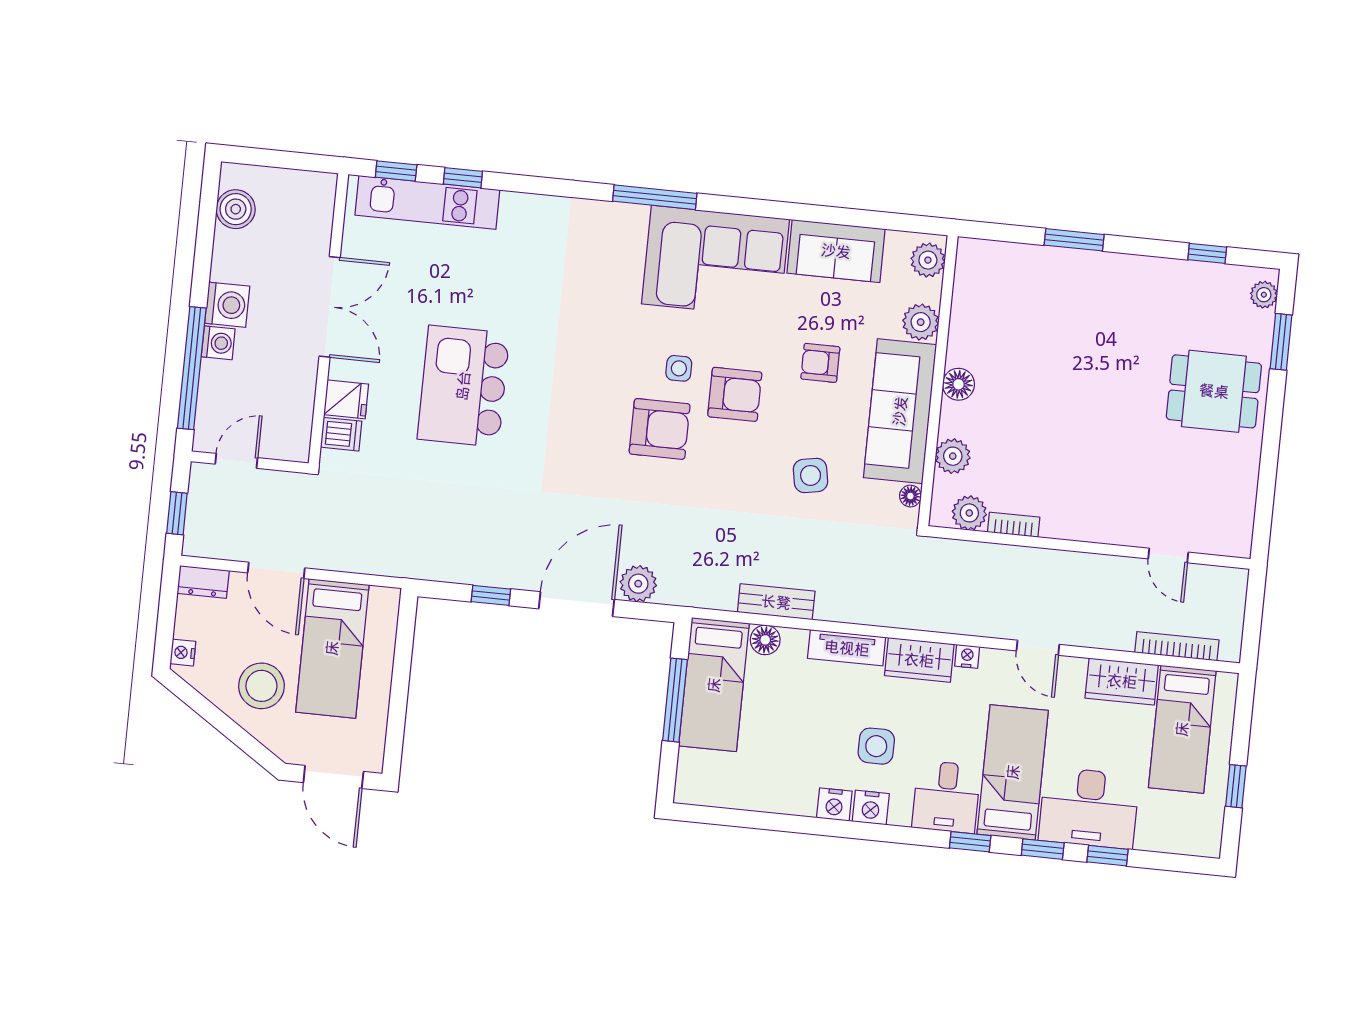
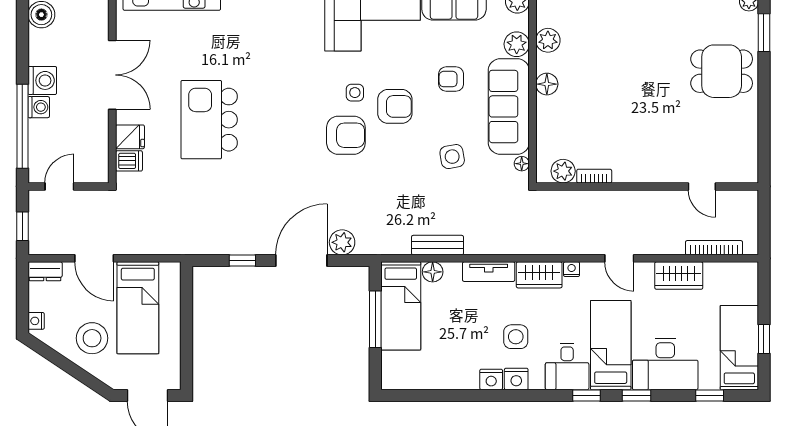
plant: (953, 456) -> (548, 40), moved
bed: (1182, 729) -> (739, 348), moved, turned 180
window: (1108, 856) -> (710, 395), moved

